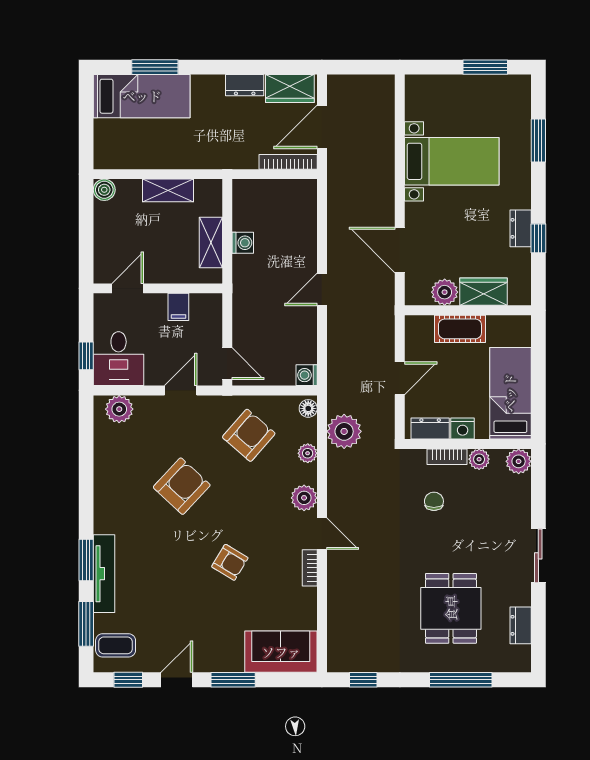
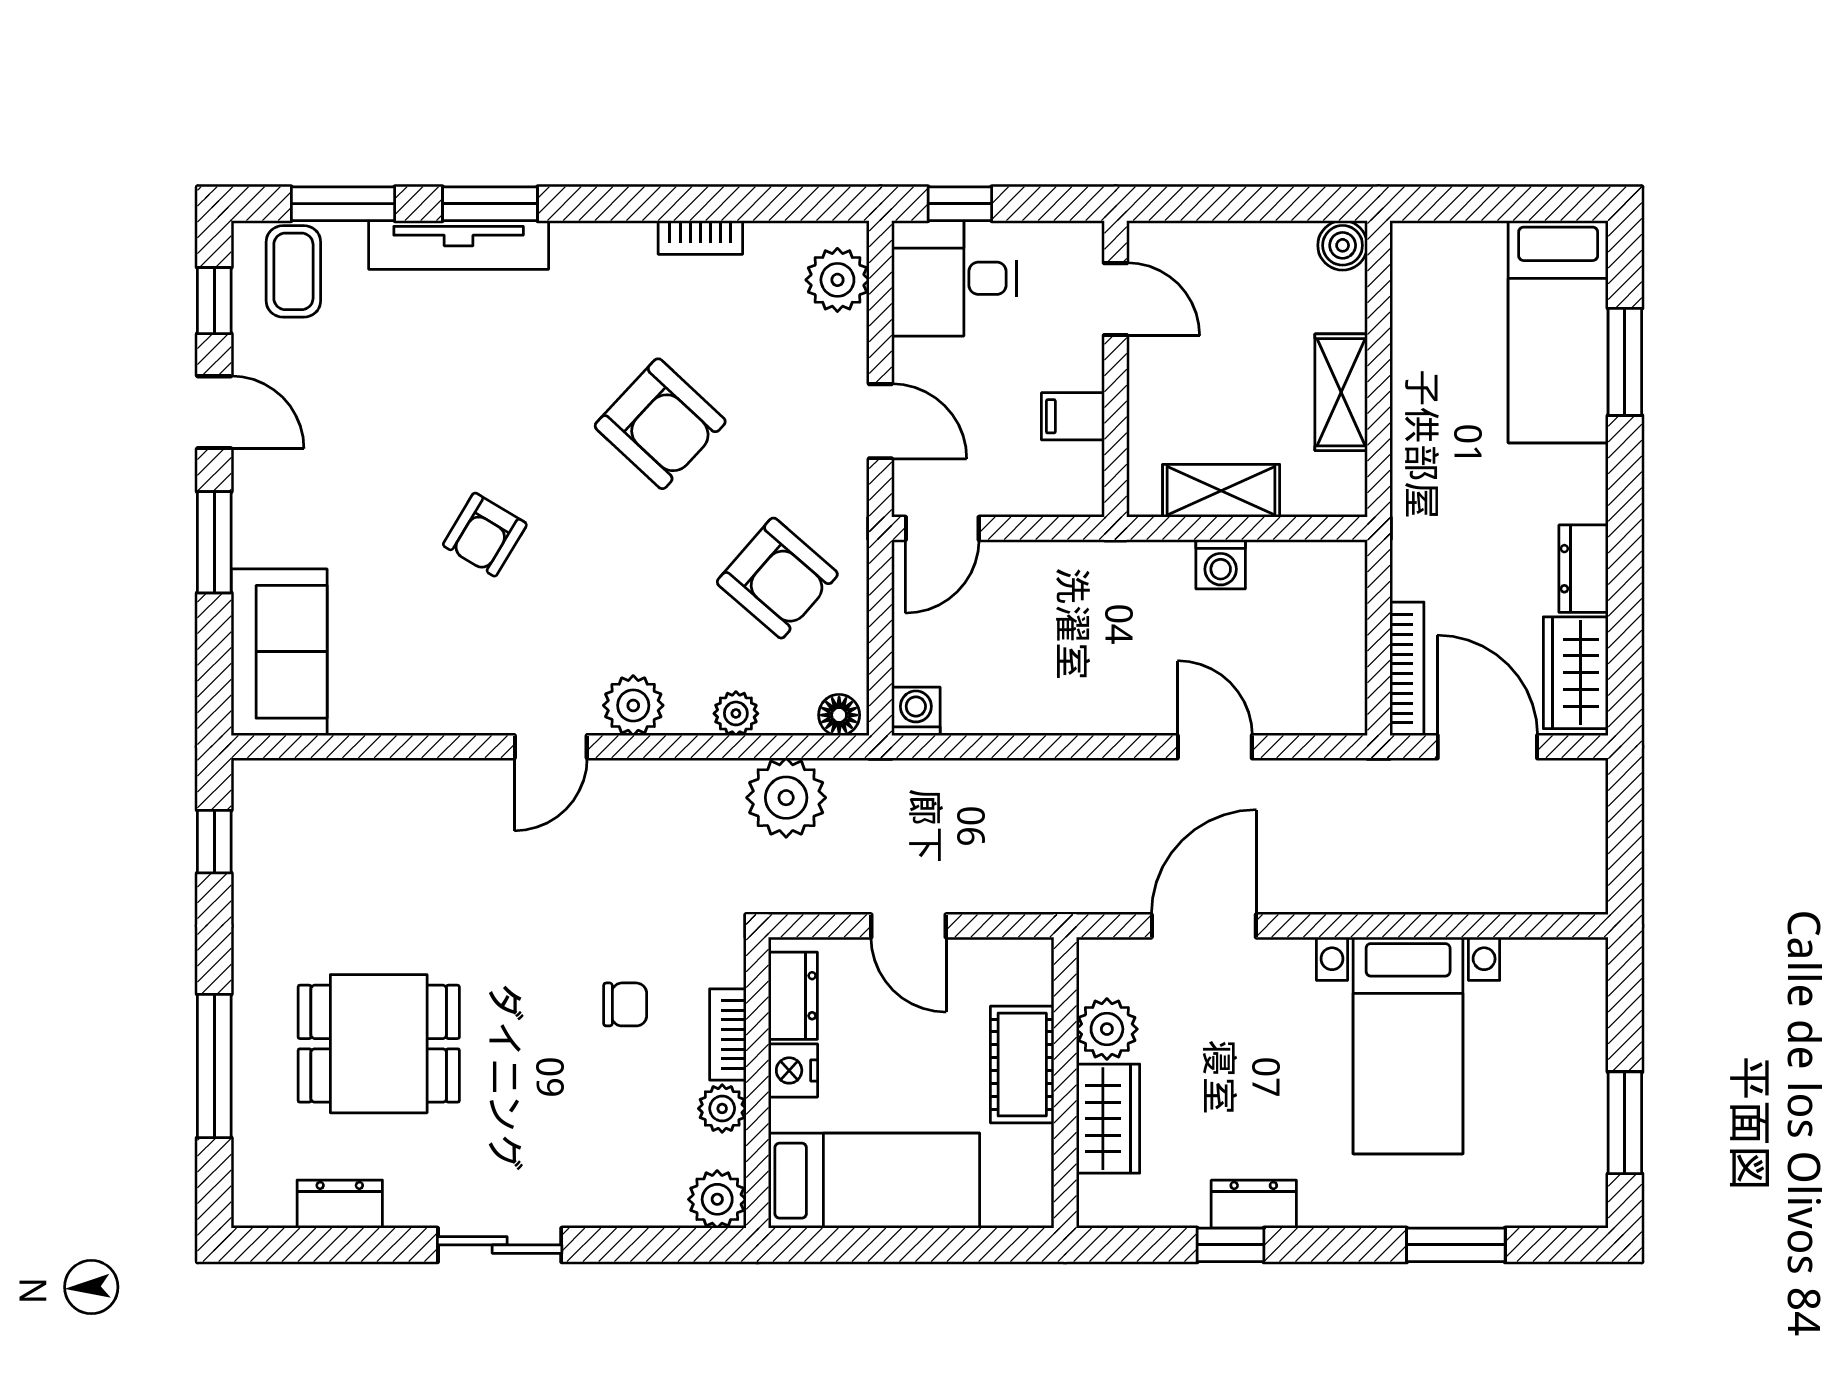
door: (322, 289) -> (1215, 747), moved
bookcase: (310, 568) -> (700, 237), moved, turned 180

